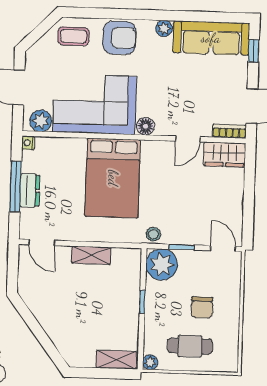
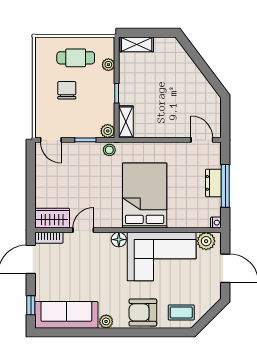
shelving: (91, 255) -> (126, 122), moved, turned 90
plant: (162, 265) -> (108, 131), width x0.53, depth x0.53
plant: (150, 362) -> (108, 65), moved

